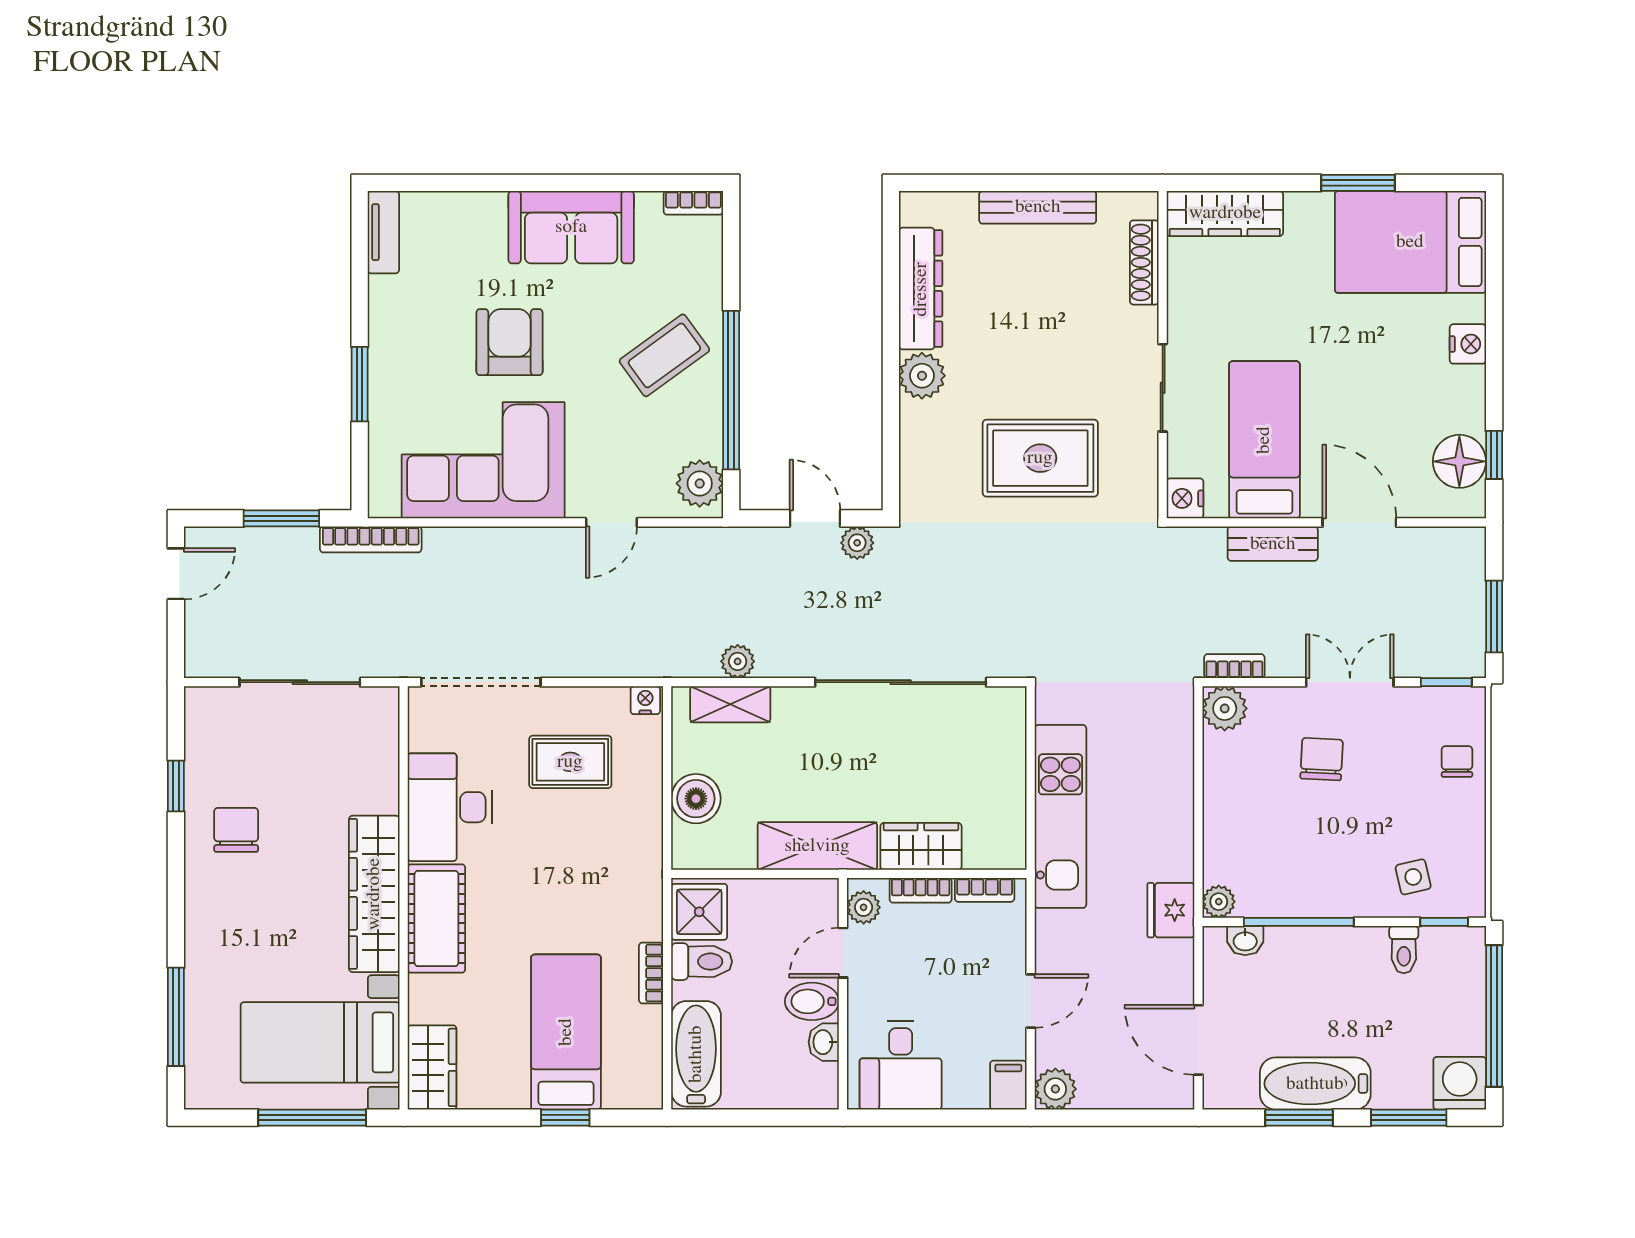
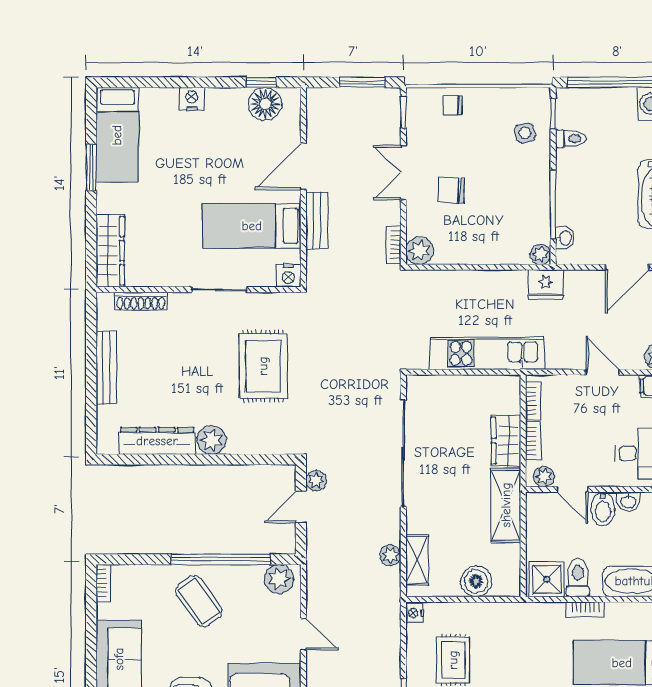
bed: (1410, 242) -> (117, 135), width x0.67

